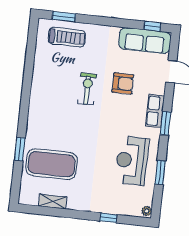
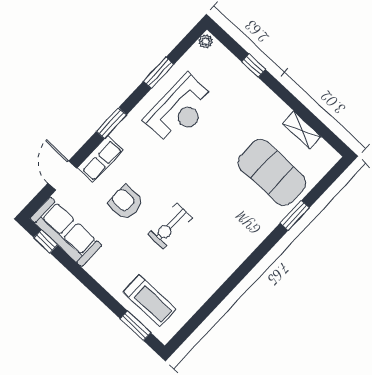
treadmill: (67, 37) -> (149, 301), turned 180
row of seats: (155, 111) -> (100, 159), moved

